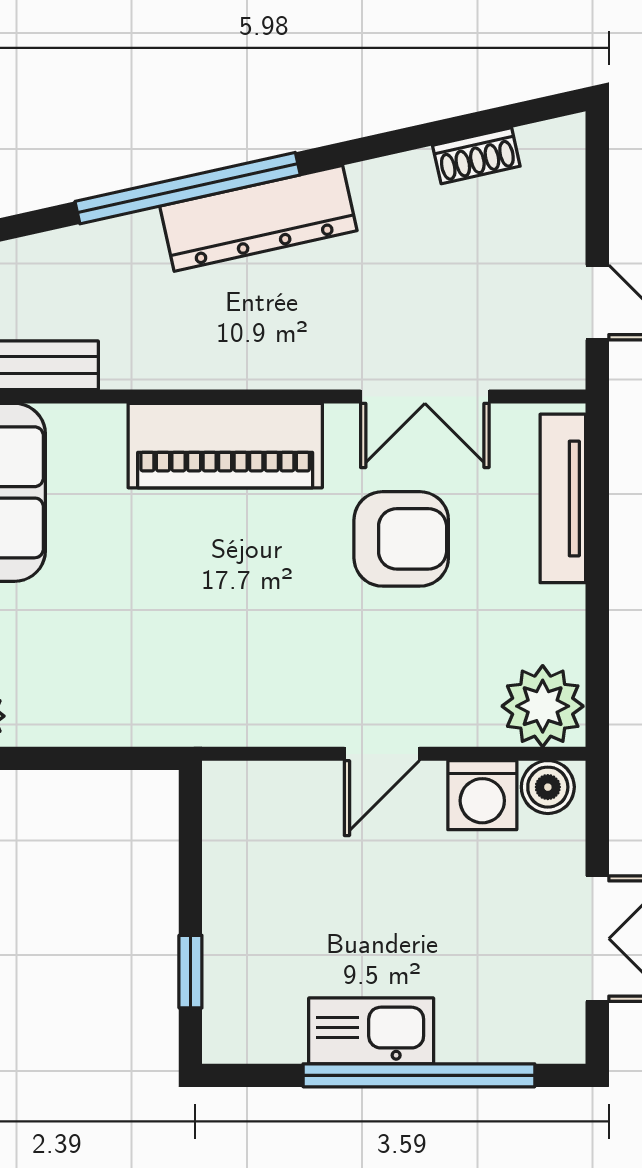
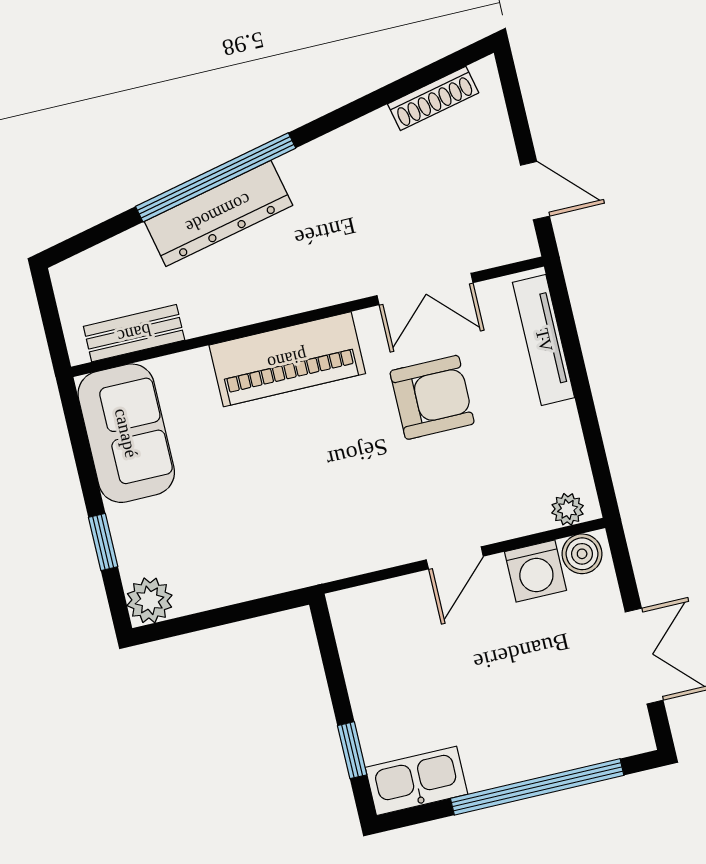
shoe rack: (476, 156) -> (433, 98), width x1.43
dresser: (258, 218) -> (218, 213), moved
plant: (543, 706) -> (568, 509), width x0.53, depth x0.53
kitchen sink: (371, 1031) -> (416, 781), moved

